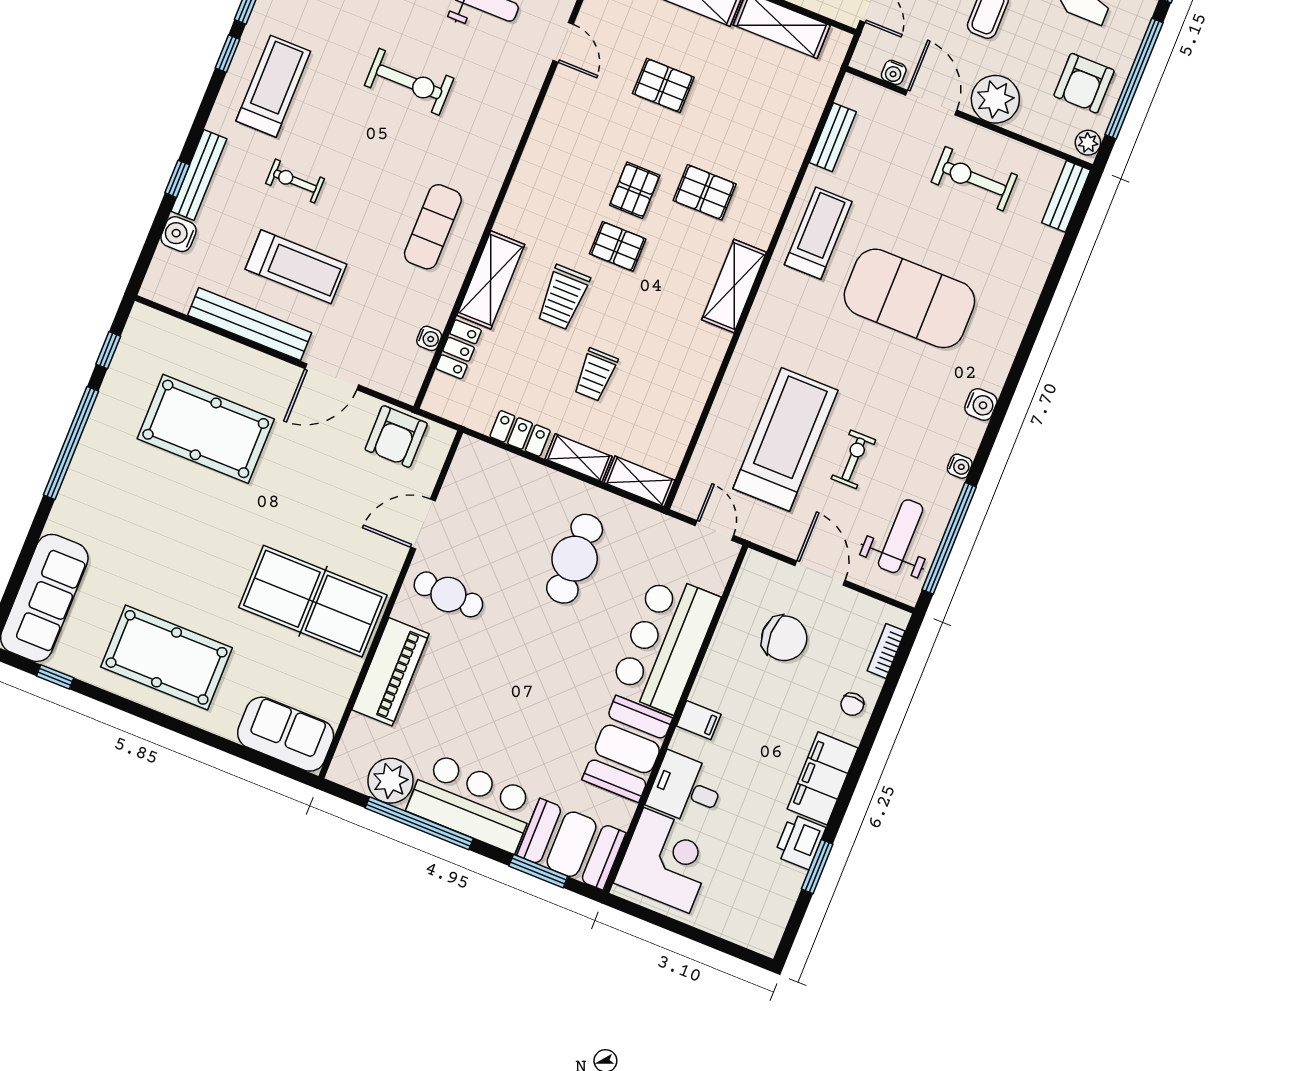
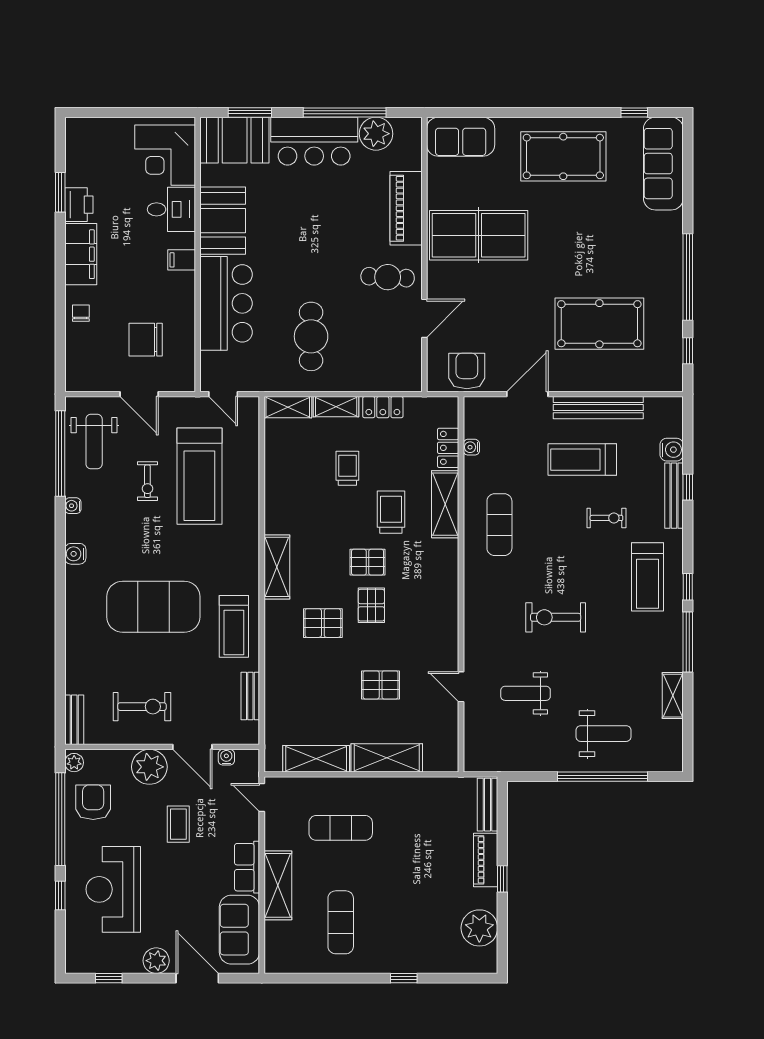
bookcase: (886, 651) -> (72, 359), removed

